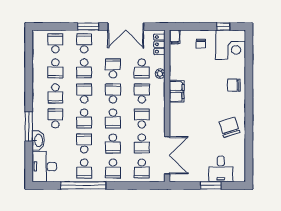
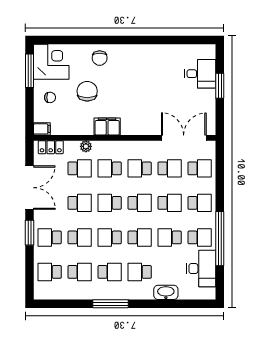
window: (223, 27) -> (29, 71), width x2.17
school desk: (113, 68) -> (80, 203), turned 180
window: (29, 127) -> (110, 304), moved
chair: (229, 127) -> (87, 91), moved, turned 107
desk: (44, 167) -> (201, 269), moved, turned -90

